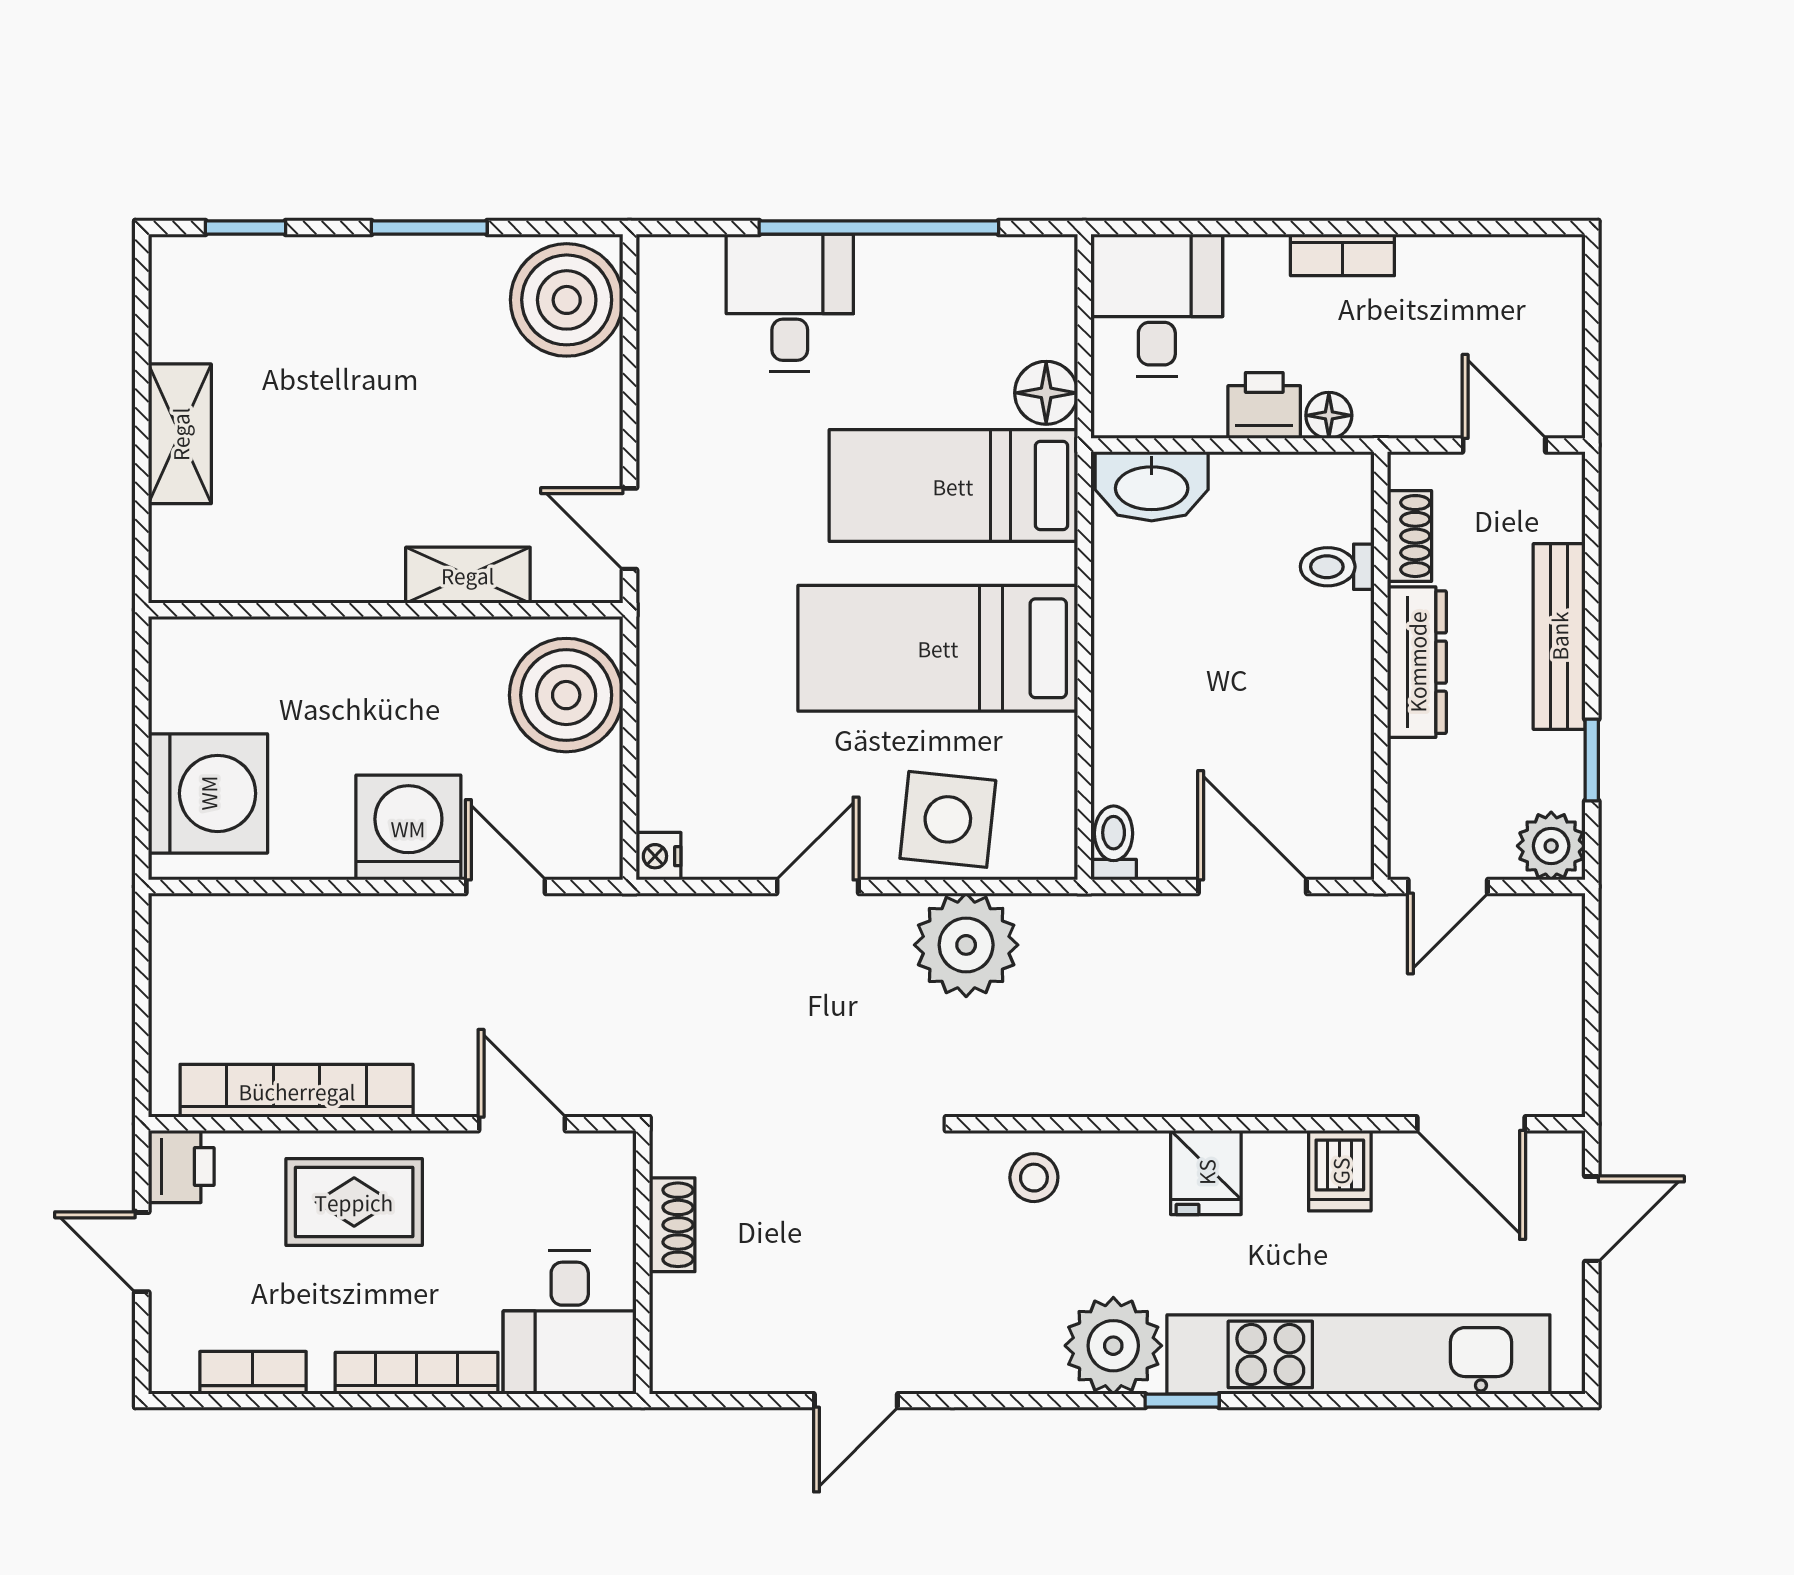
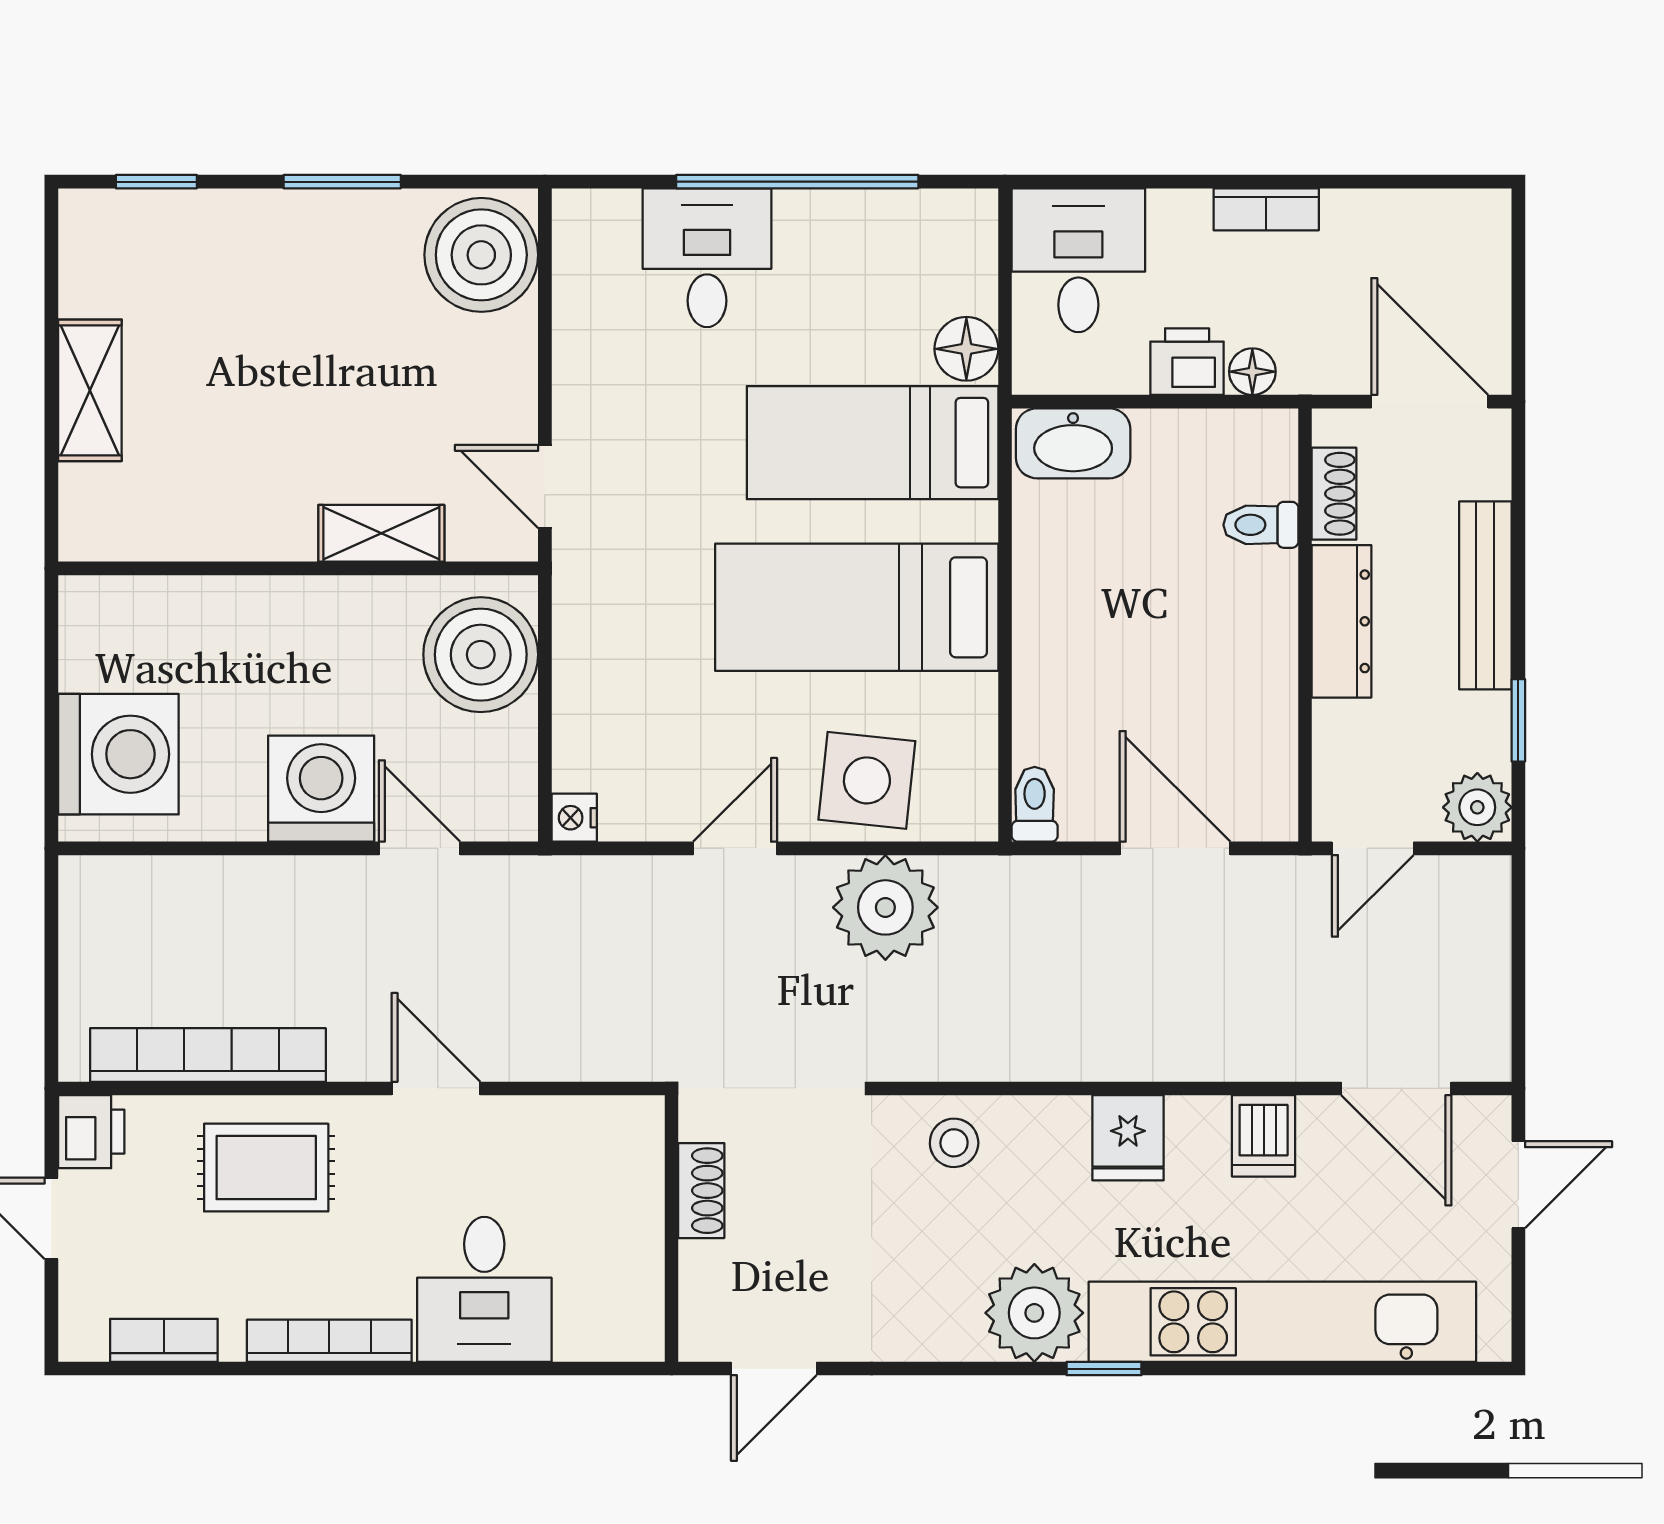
door: (1504, 445) -> (1430, 402), width x1.38
shoe rack: (672, 1225) -> (701, 1191), moved
wall: (643, 1262) -> (672, 1228), moved

